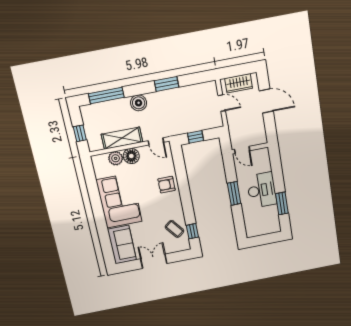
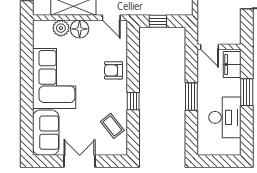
filing cabinet: (263, 161) -> (232, 65), added
desk: (262, 190) -> (225, 117), moved
window: (282, 203) -> (247, 92), moved
window: (192, 231) -> (133, 101), moved

